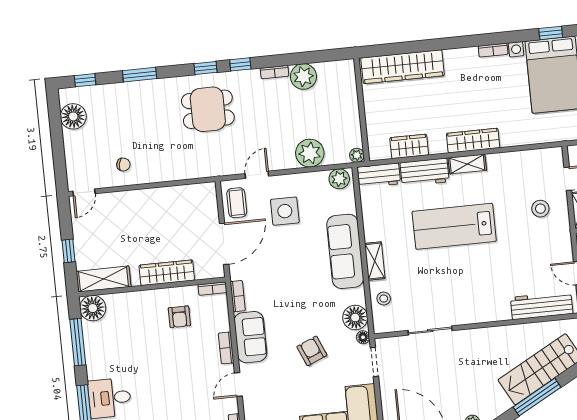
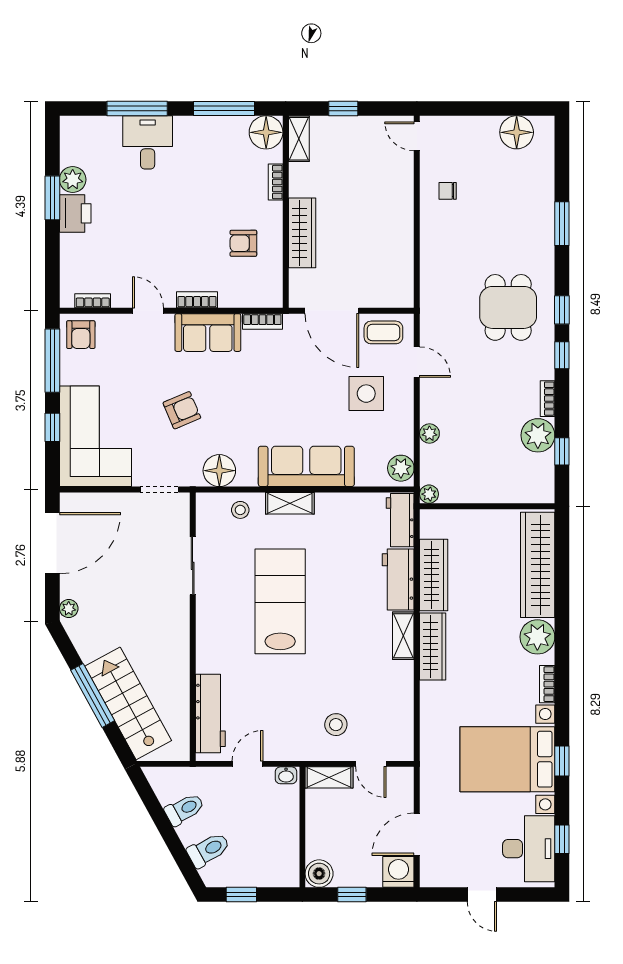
plant: (458, 61) -> (537, 637), added
window: (85, 80) -> (562, 451), moved
wardrobe: (409, 146) -> (434, 575), width x1.50
plant: (310, 153) -> (429, 433), width x0.53, depth x0.53
chair: (123, 165) -> (448, 191), turned 78
lab bench: (454, 226) -> (280, 601), moved
shelving: (104, 279) -> (299, 139), width x0.67, depth x0.75
bookcase: (212, 289) -> (276, 182), moved
floor lamp: (363, 337) -> (193, 478), removed

